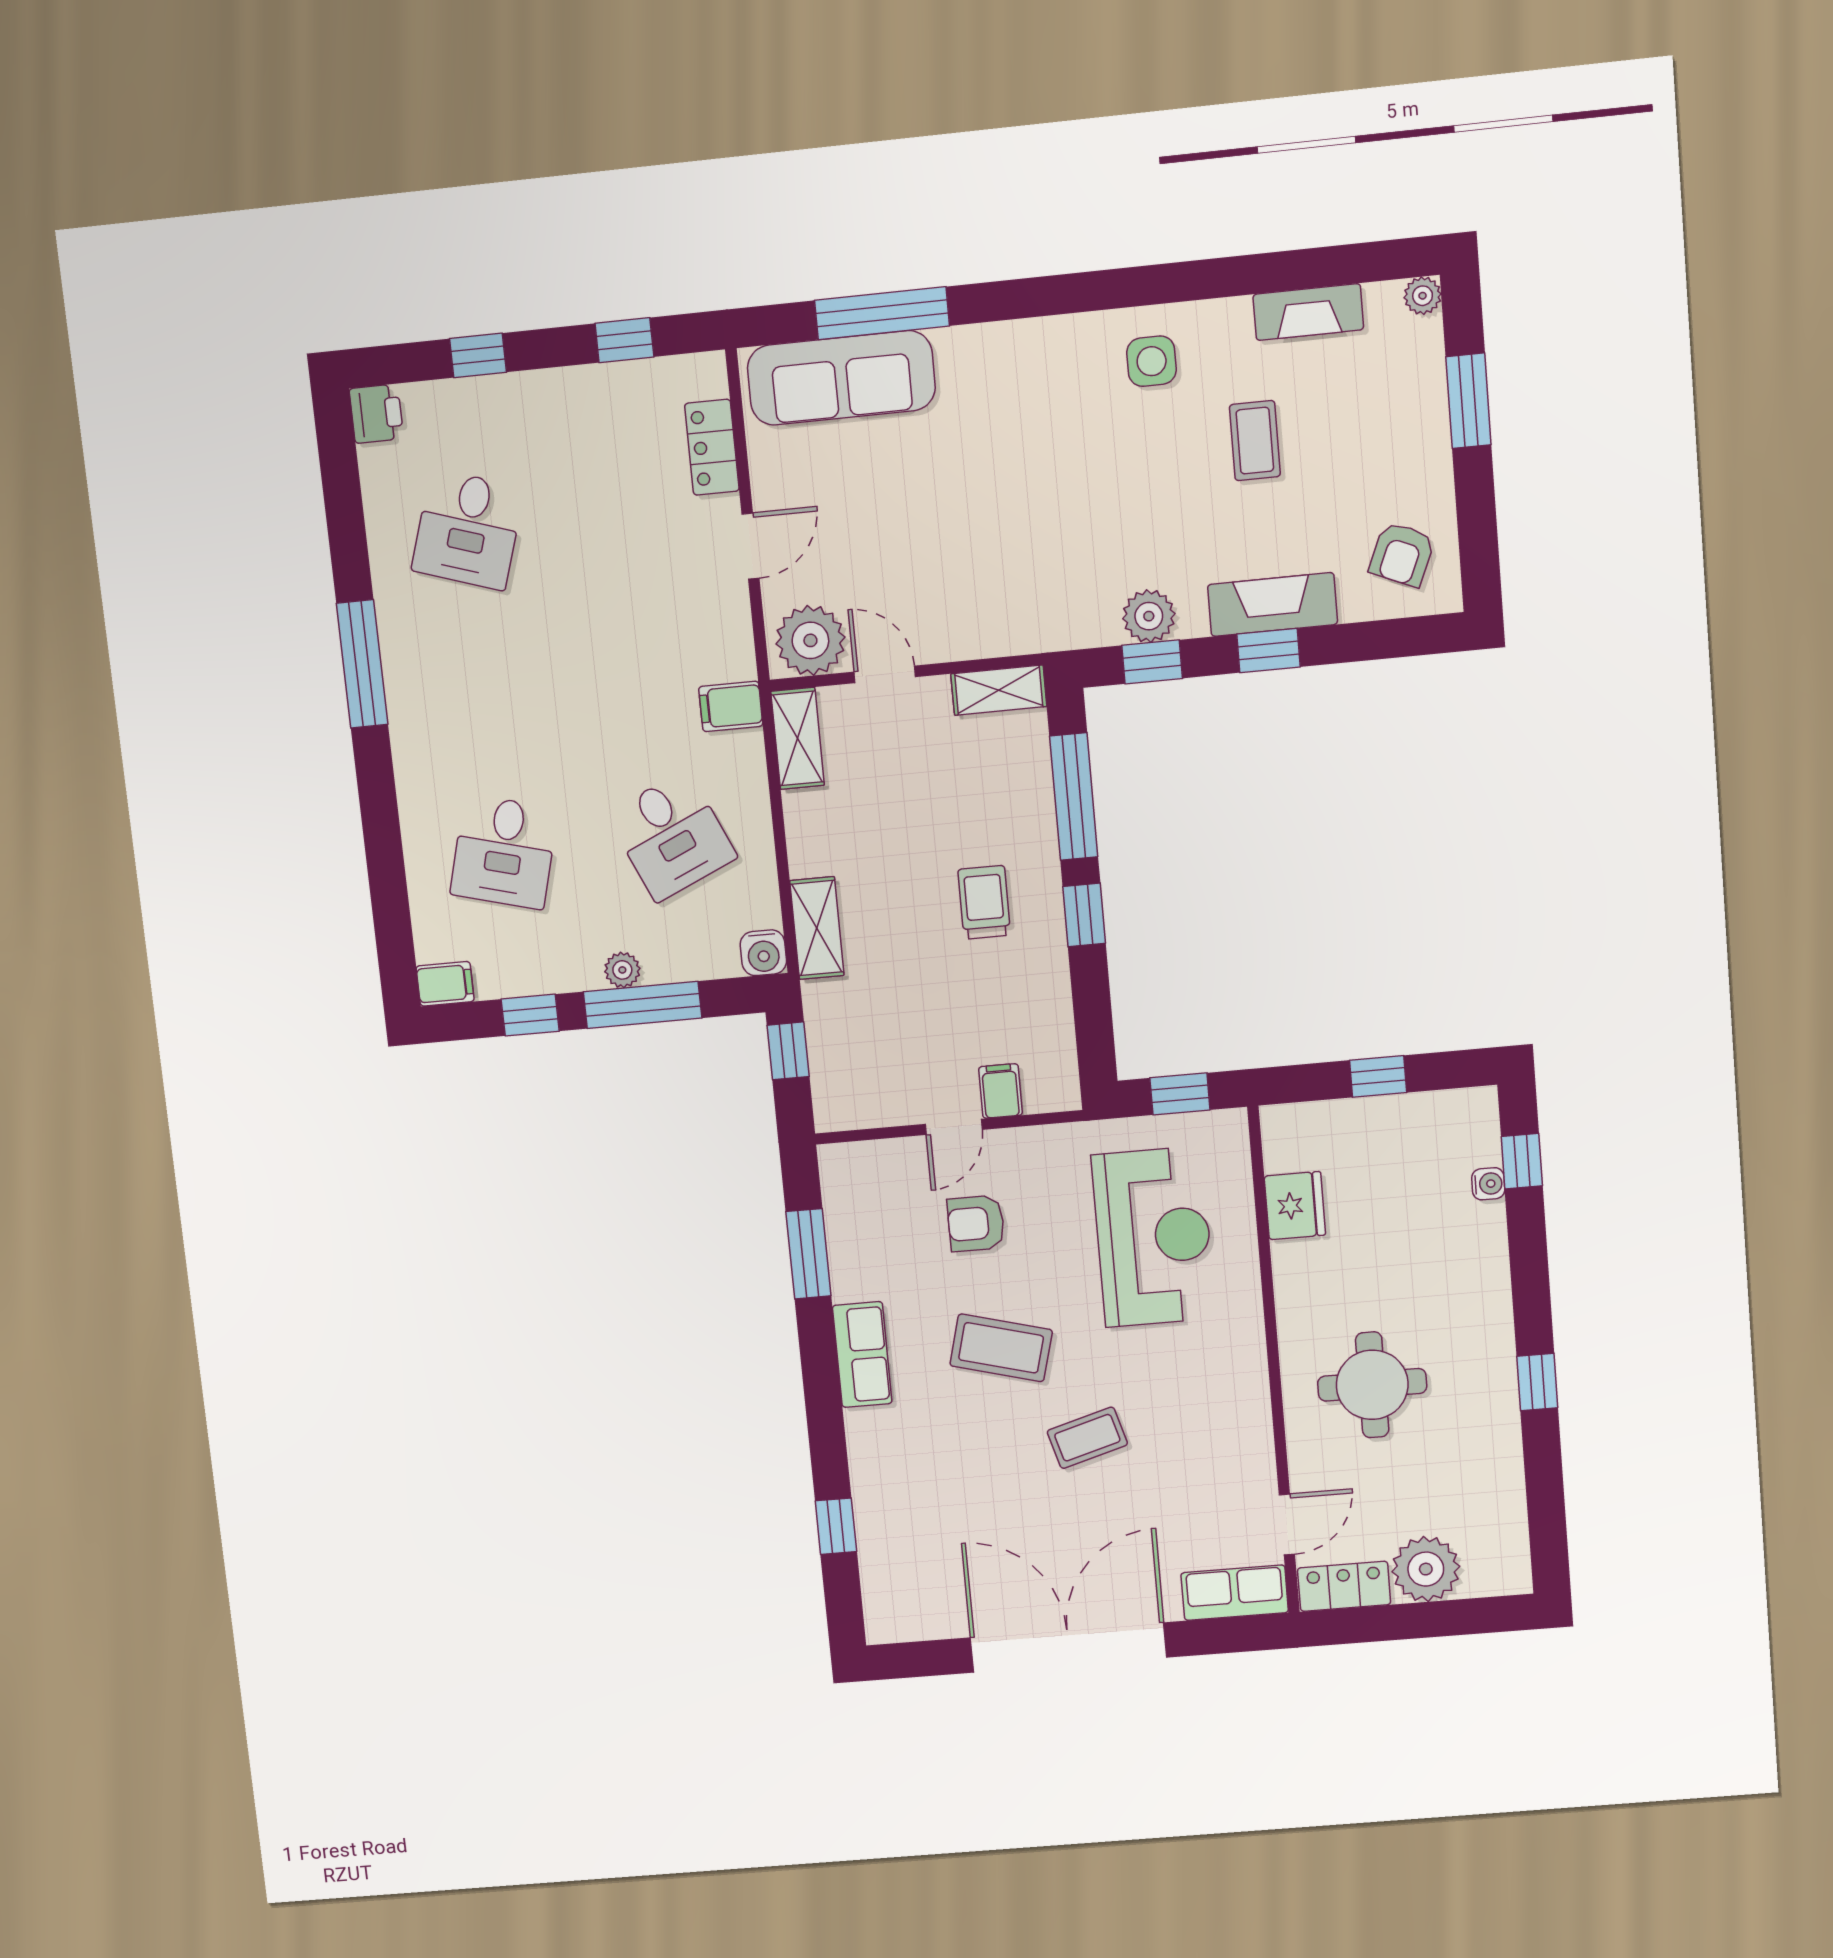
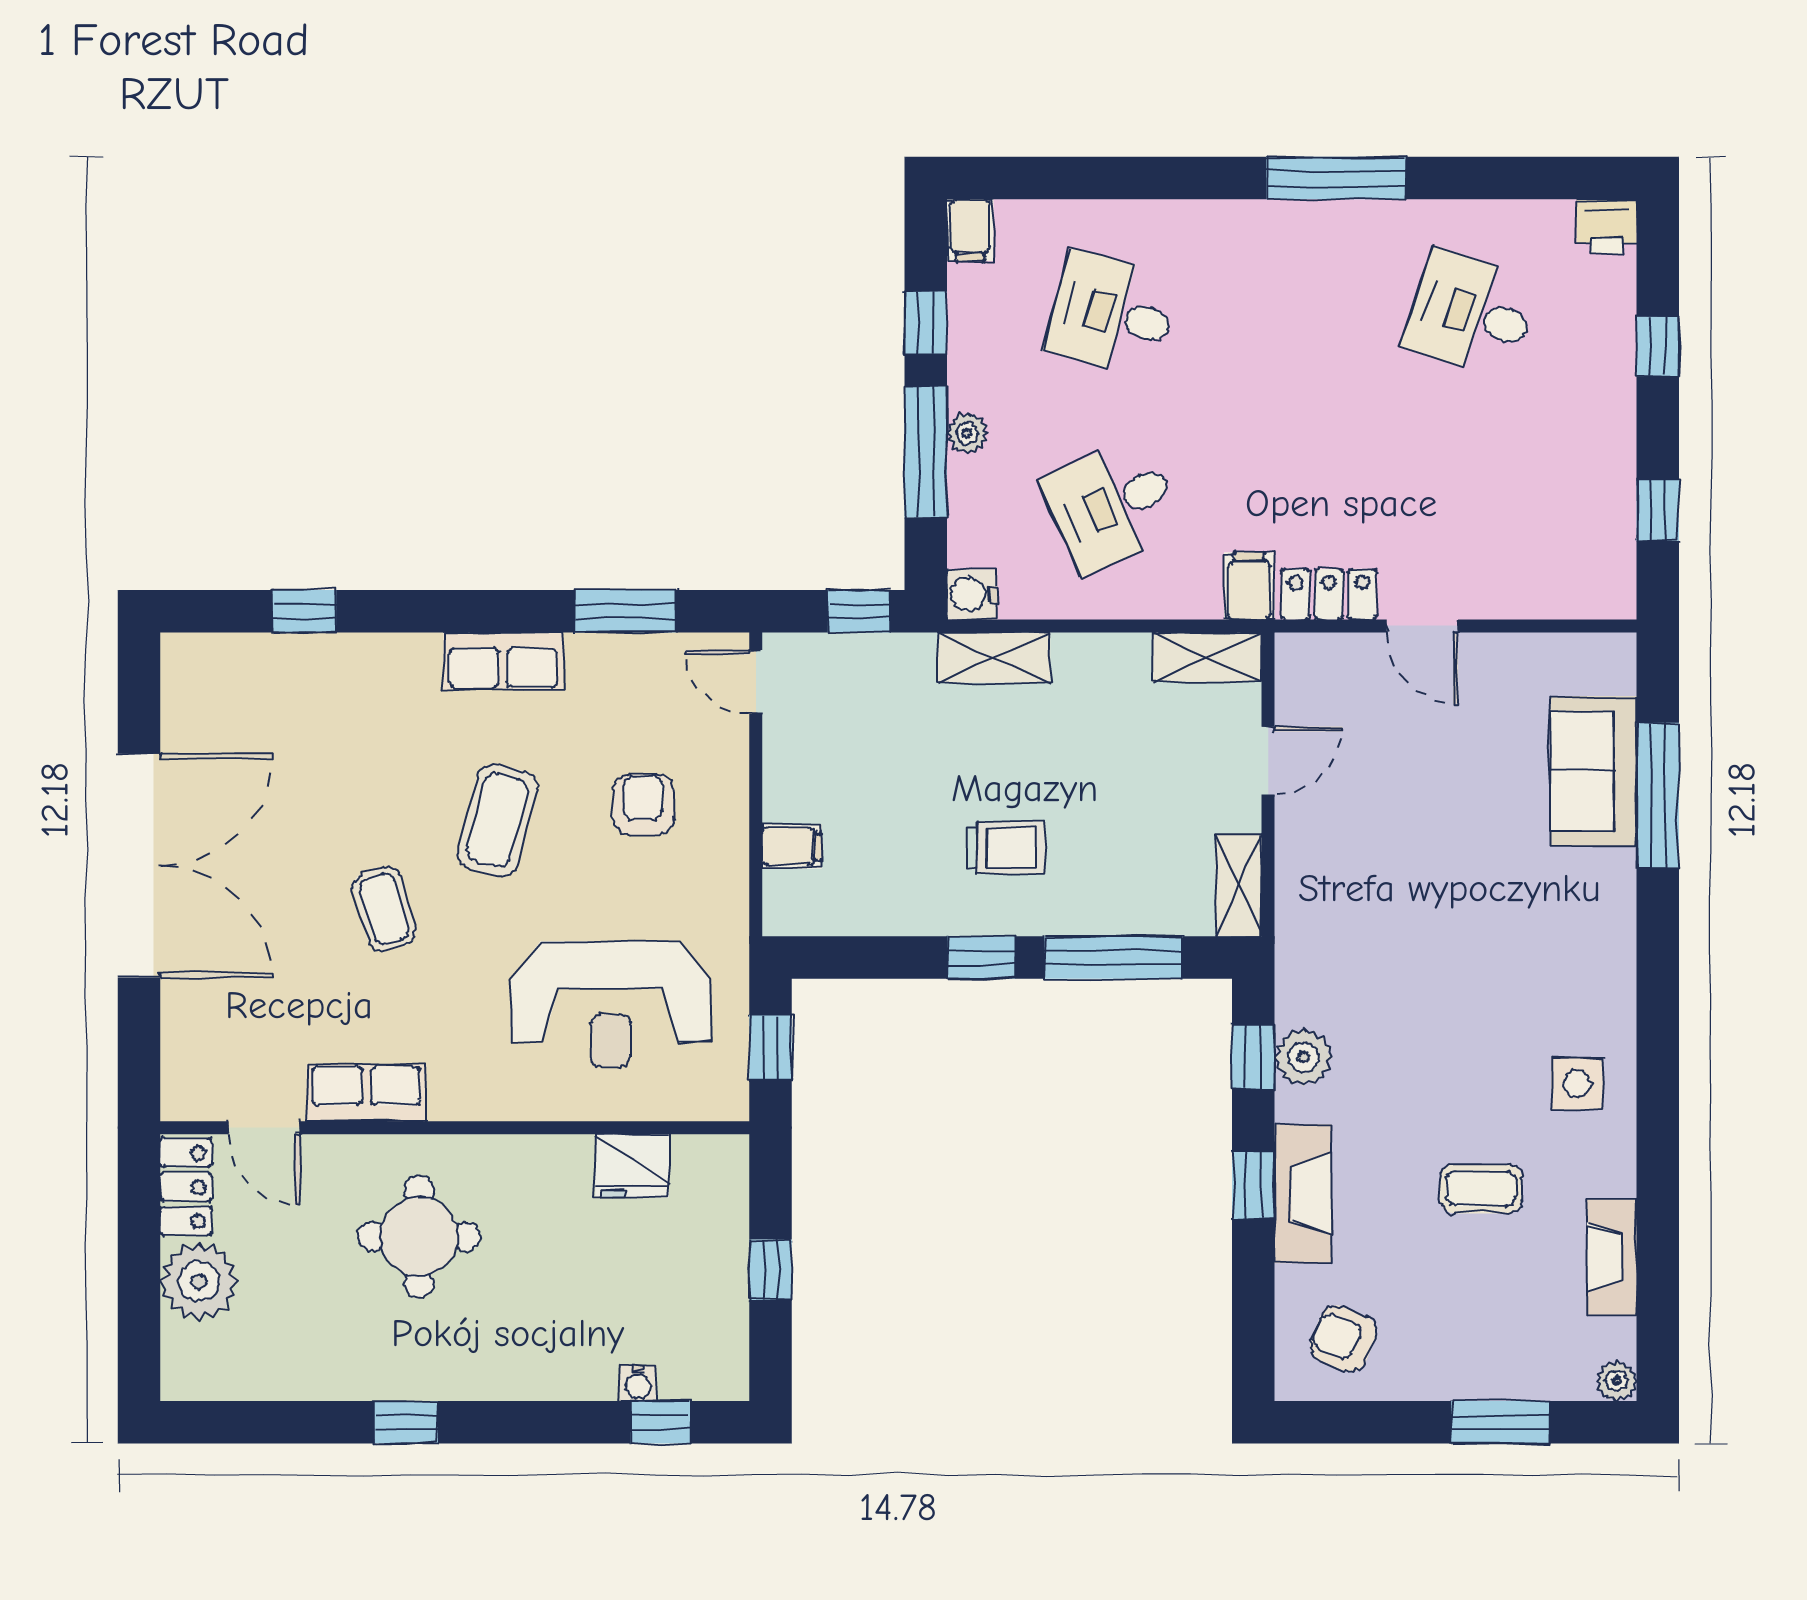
sofa: (841, 378) -> (1593, 771), width x0.73
locker: (712, 447) -> (1329, 594), moved
plant: (810, 640) -> (1313, 682), removed
door: (954, 1127) -> (756, 682), moved
row of seats: (1235, 1593) -> (366, 1093), moved, turned -90

